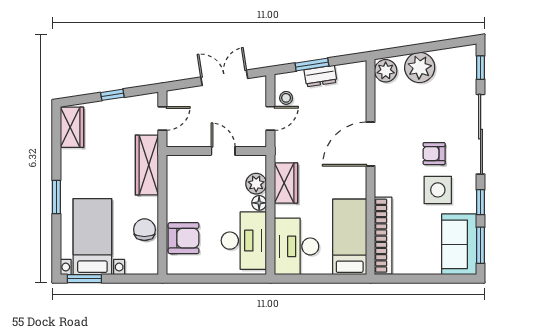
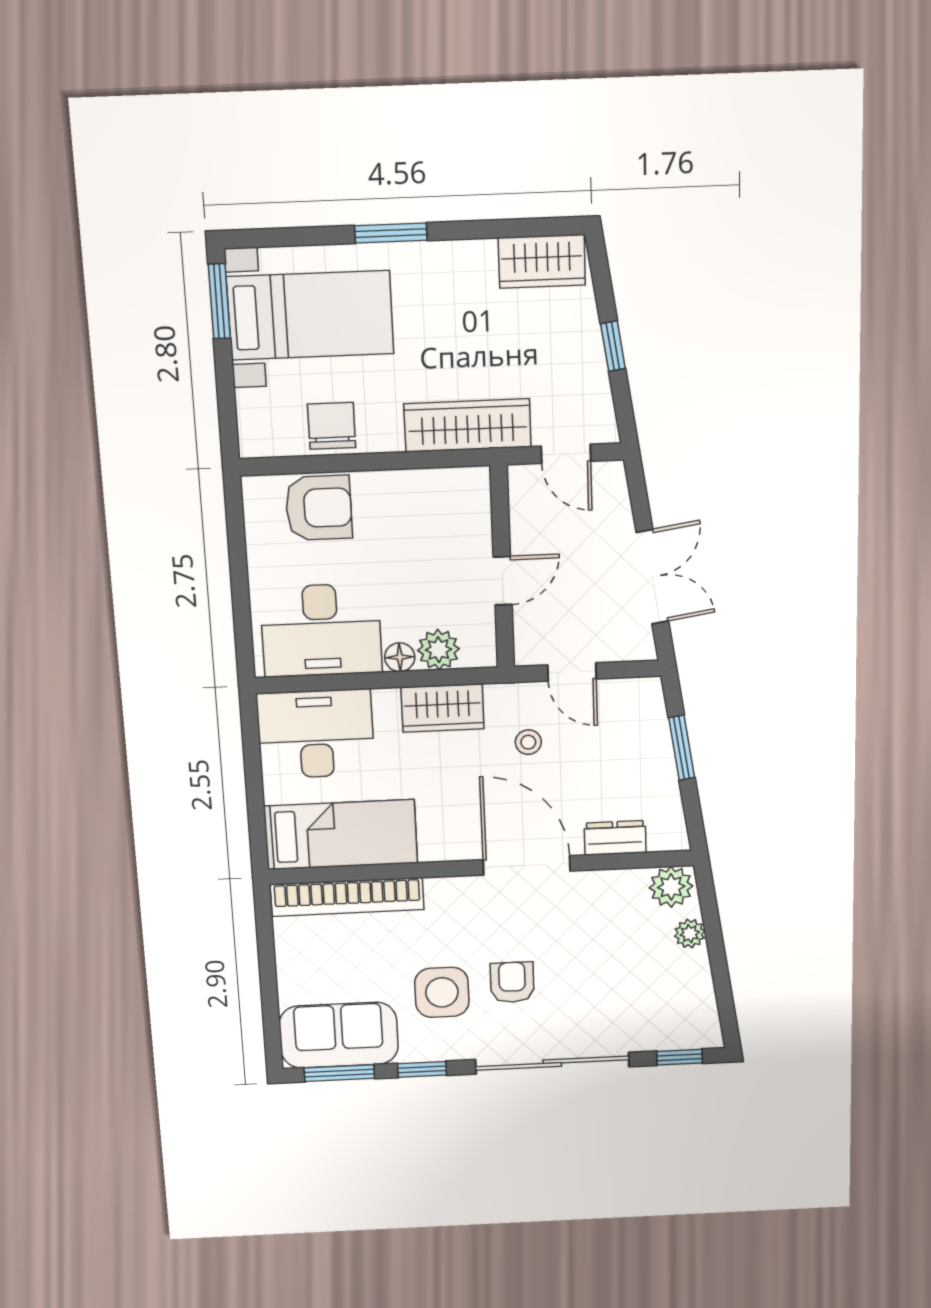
plant: (420, 67) -> (690, 934), width x0.53, depth x0.53
dresser: (320, 76) -> (615, 838), moved, turned 99
stool: (286, 98) -> (528, 742), moved
chair: (144, 230) -> (332, 426), turned -90
armchair: (184, 238) -> (319, 508), turned -90

